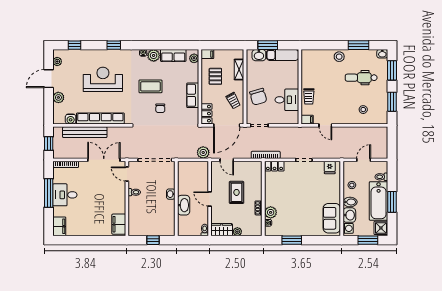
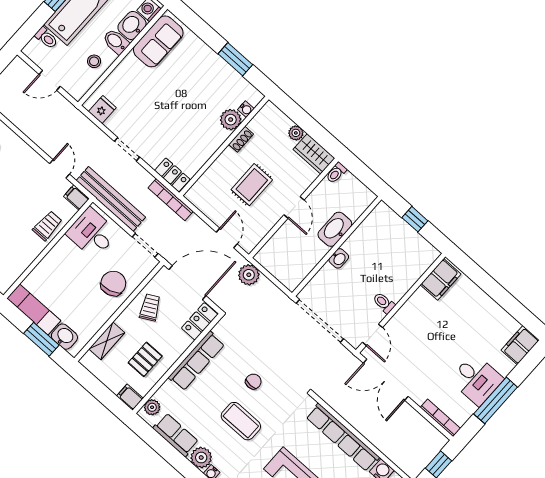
row of seats: (193, 95) -> (196, 361), width x1.48
desk: (287, 100) -> (92, 233), moved
bench: (85, 132) -> (111, 199), moved

